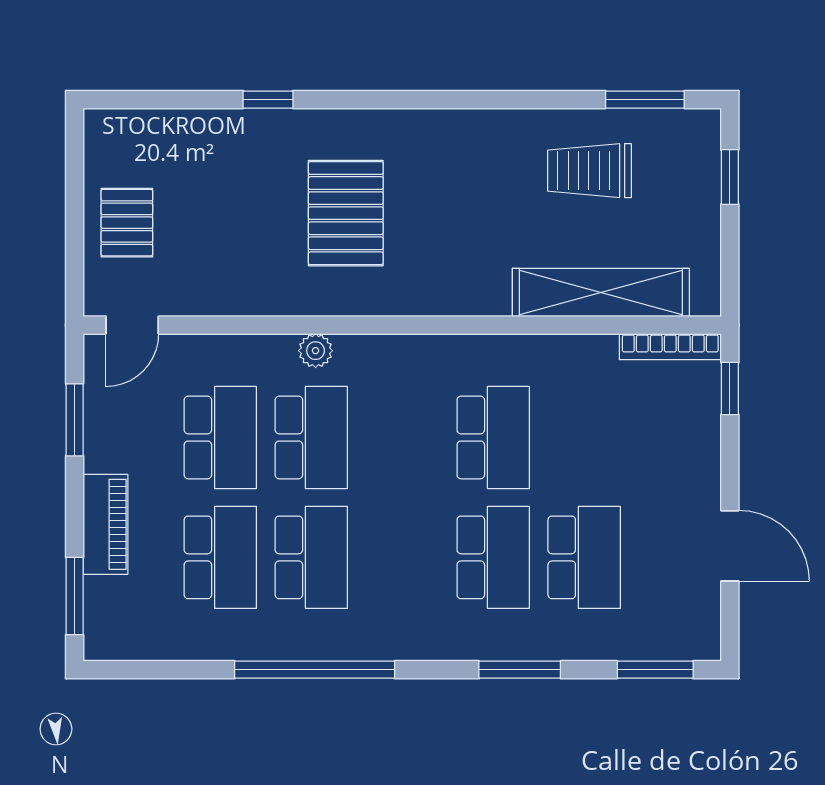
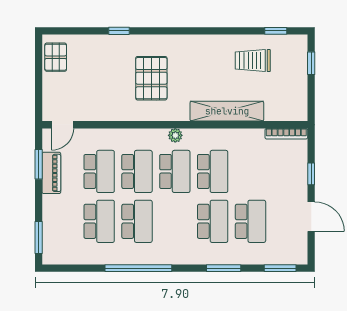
window: (645, 100) -> (276, 31), width x0.67
pallet: (127, 223) -> (56, 57), moved
shelving: (601, 292) -> (227, 111), moved
plant: (316, 351) -> (175, 135), moved
window: (730, 388) -> (311, 174), moved
school desk: (402, 437) -> (175, 171), added
piano: (105, 524) -> (51, 173), moved

